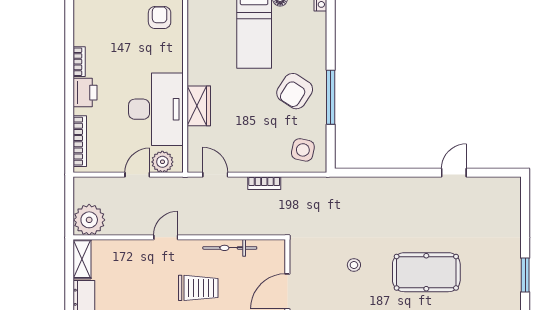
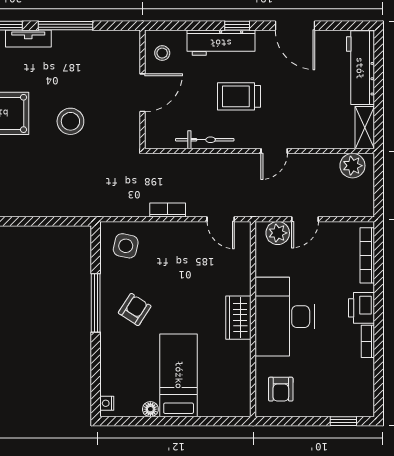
armchair: (295, 91) -> (135, 309), width x0.72, depth x0.72
wardrobe: (199, 106) -> (238, 318), moved
desk: (156, 109) -> (285, 317), moved
plant: (89, 220) -> (352, 166), width x0.73, depth x0.73
stool: (354, 265) -> (70, 121), width x1.89, depth x1.89

